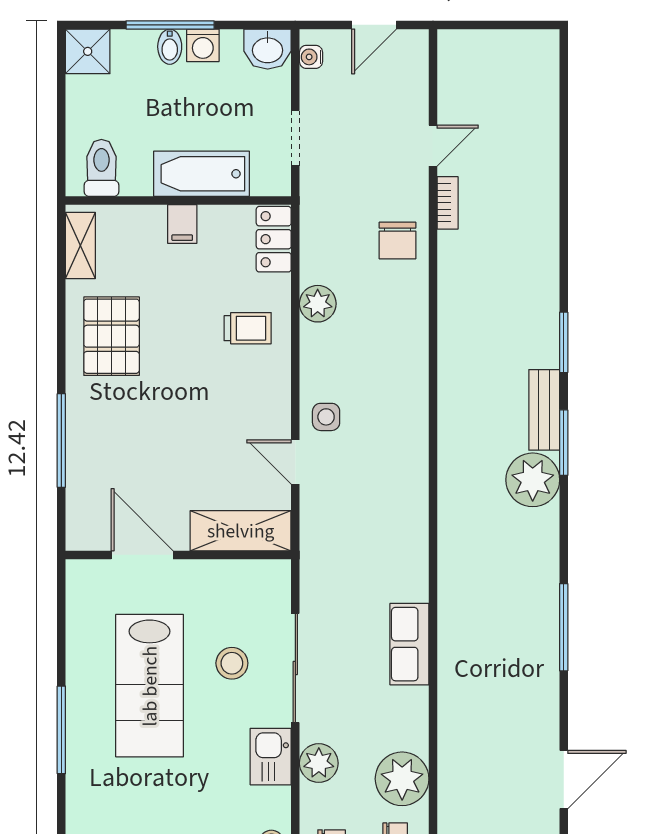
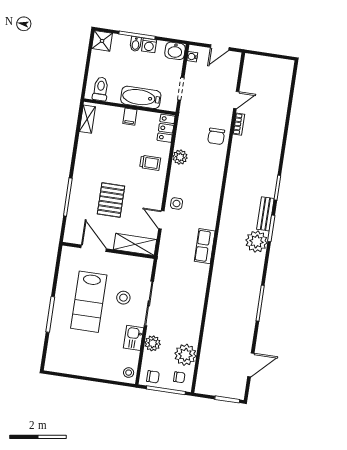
pallet: (112, 336) -> (111, 200), moved
row of seats: (409, 644) -> (205, 246), moved

